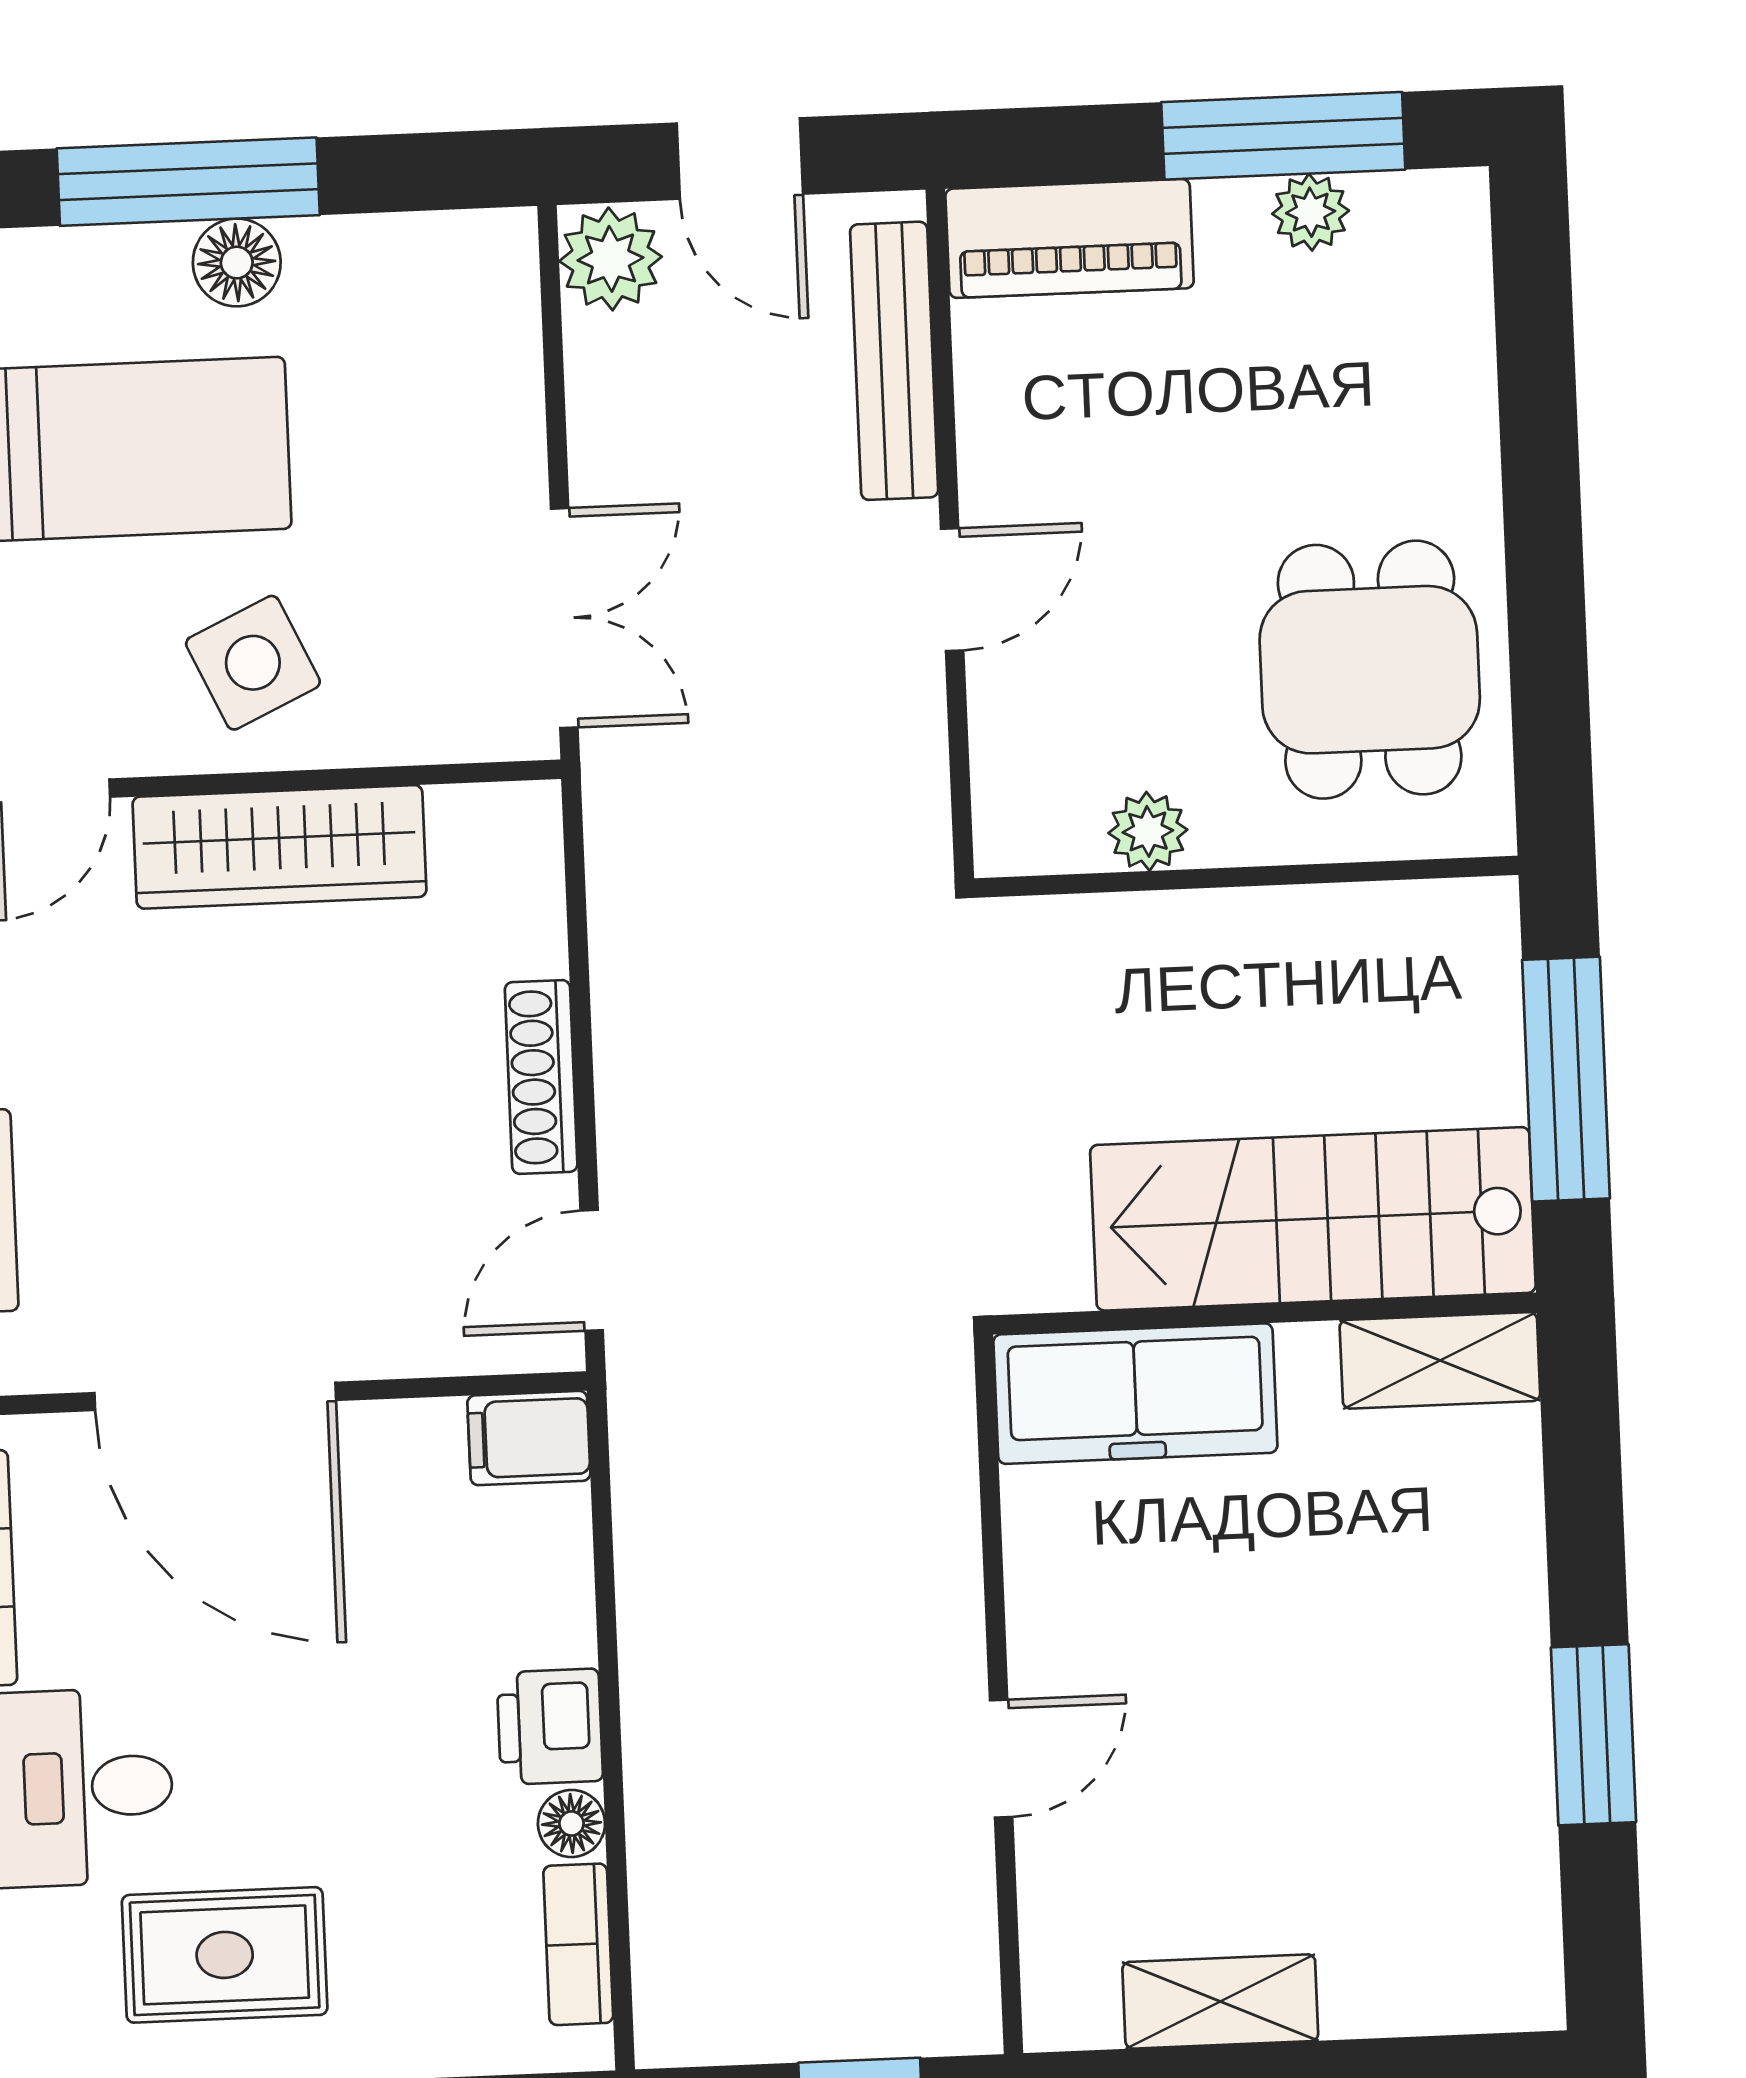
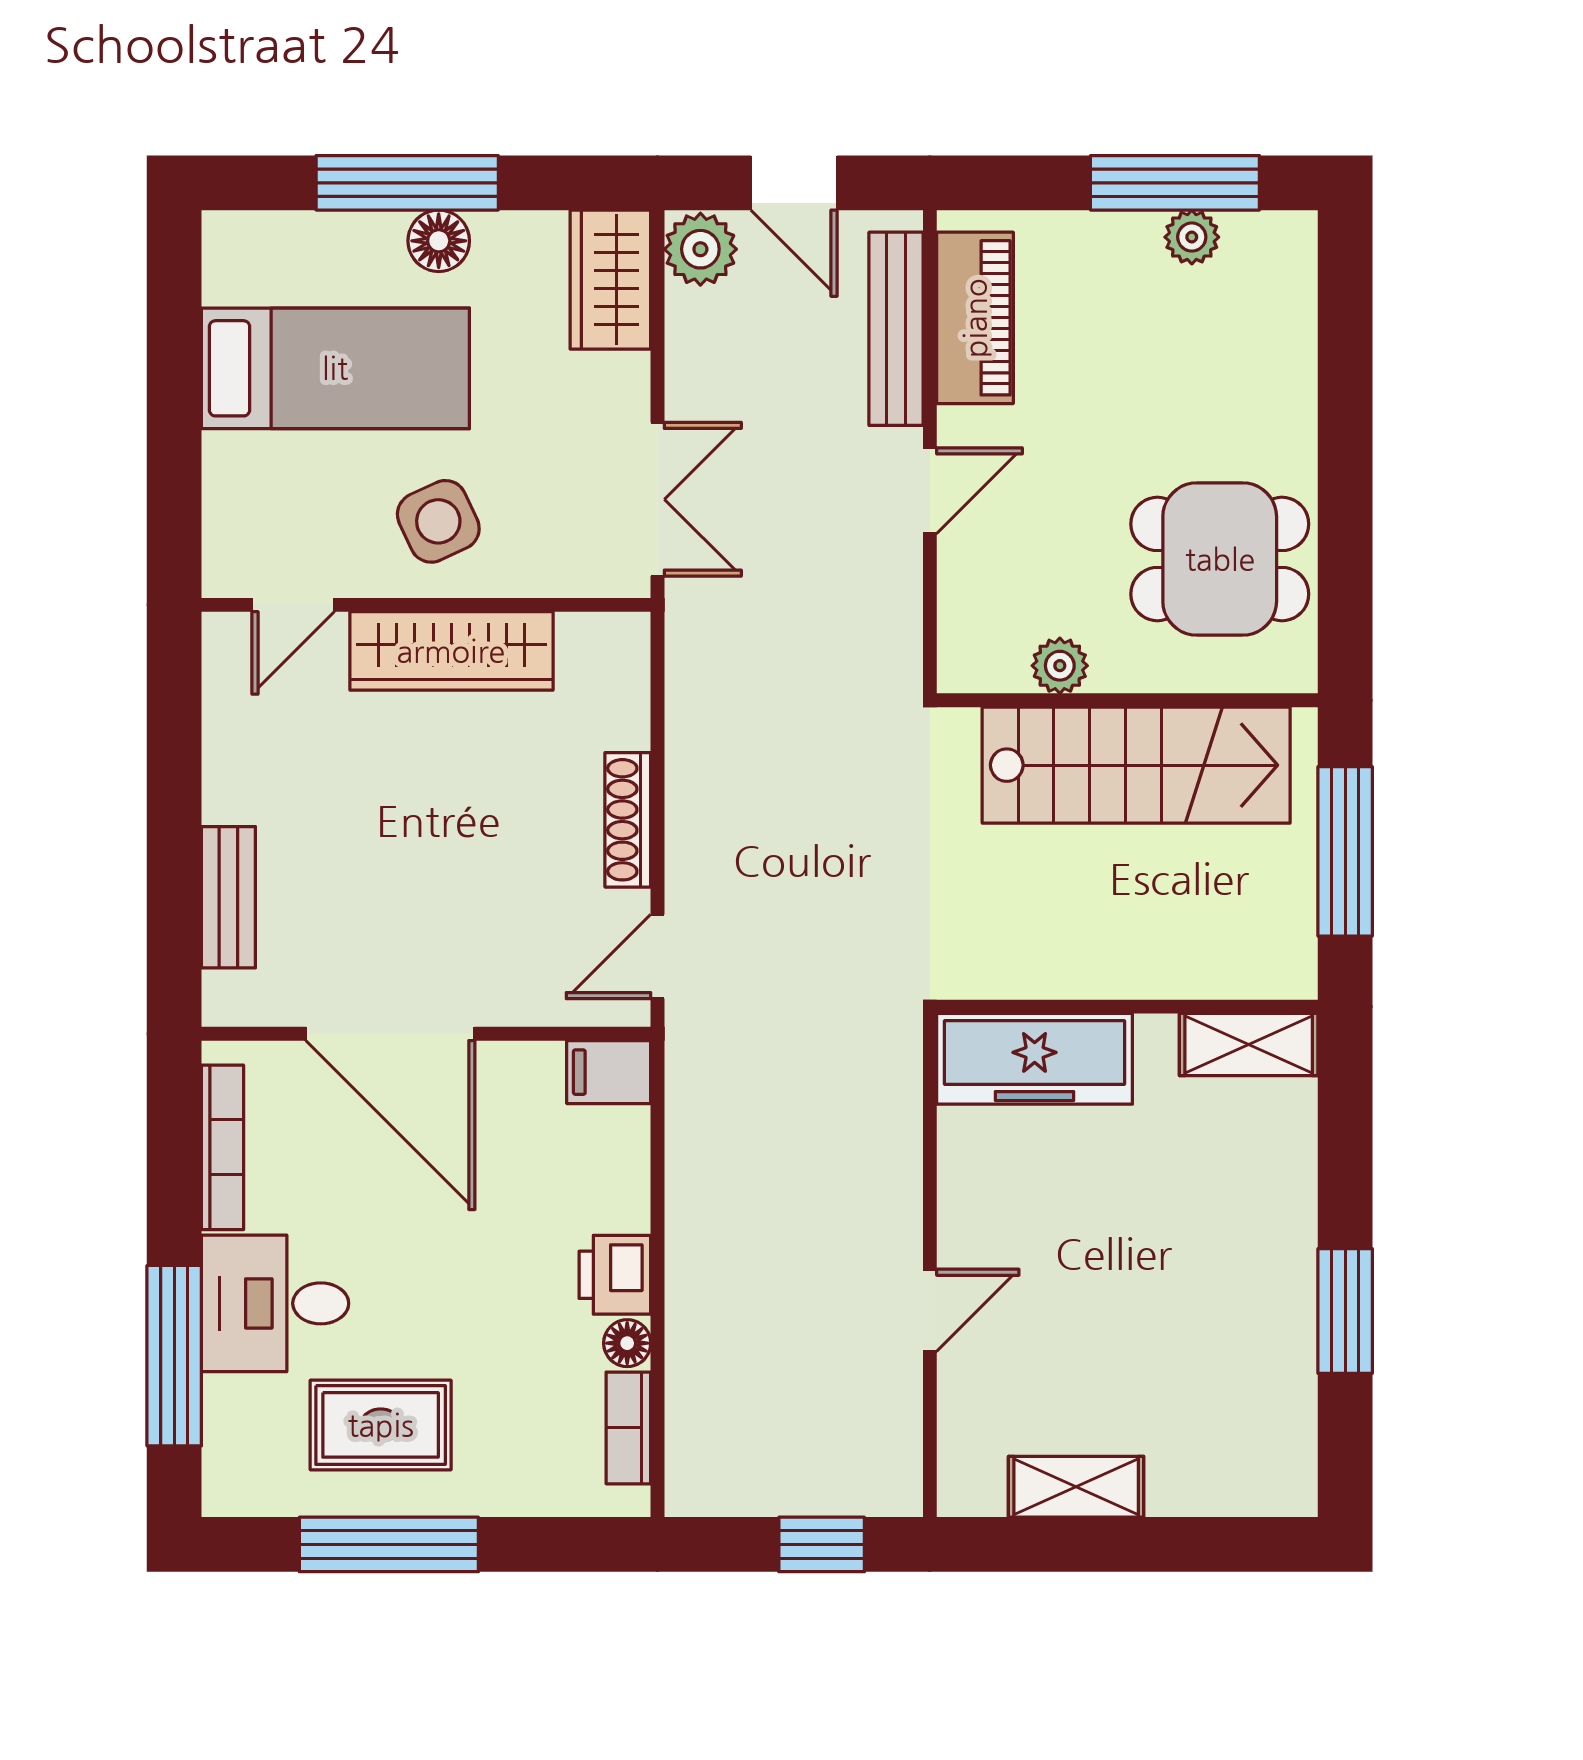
piano: (1070, 238) -> (975, 318), moved, turned -90
wardrobe: (484, 308) -> (610, 280), added
dining table: (1370, 670) -> (1220, 559), turned 90
stairs: (1313, 1219) -> (1136, 765), moved, turned 180

